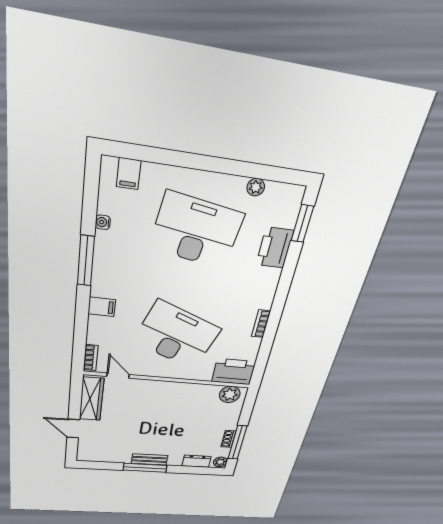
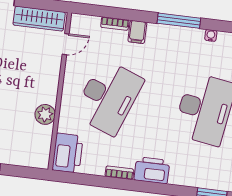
printer: (275, 248) -> (152, 170), moved
bookcase: (91, 358) -> (115, 24), moved
plant: (230, 394) -> (45, 114), moved

